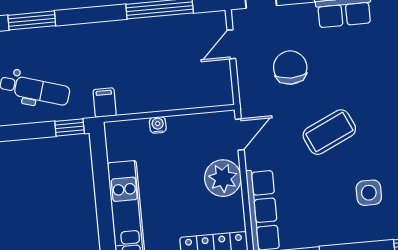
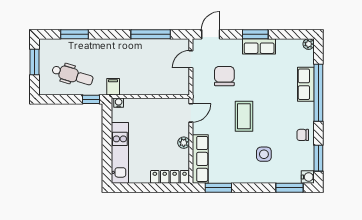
water cooler: (158, 125) -> (119, 103), moved
coffee table: (329, 132) -> (244, 116), turned -65
plant: (223, 178) -> (184, 143), width x0.53, depth x0.53

